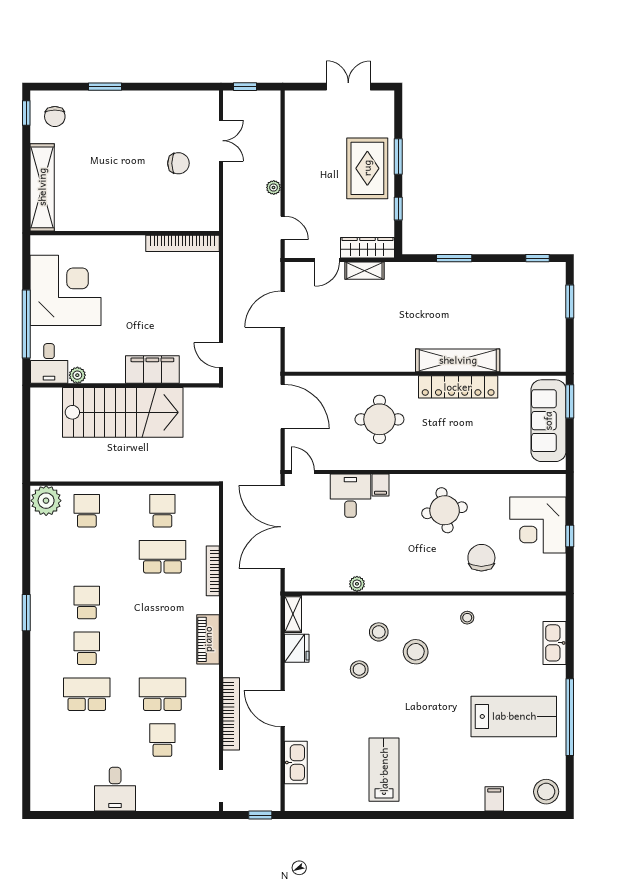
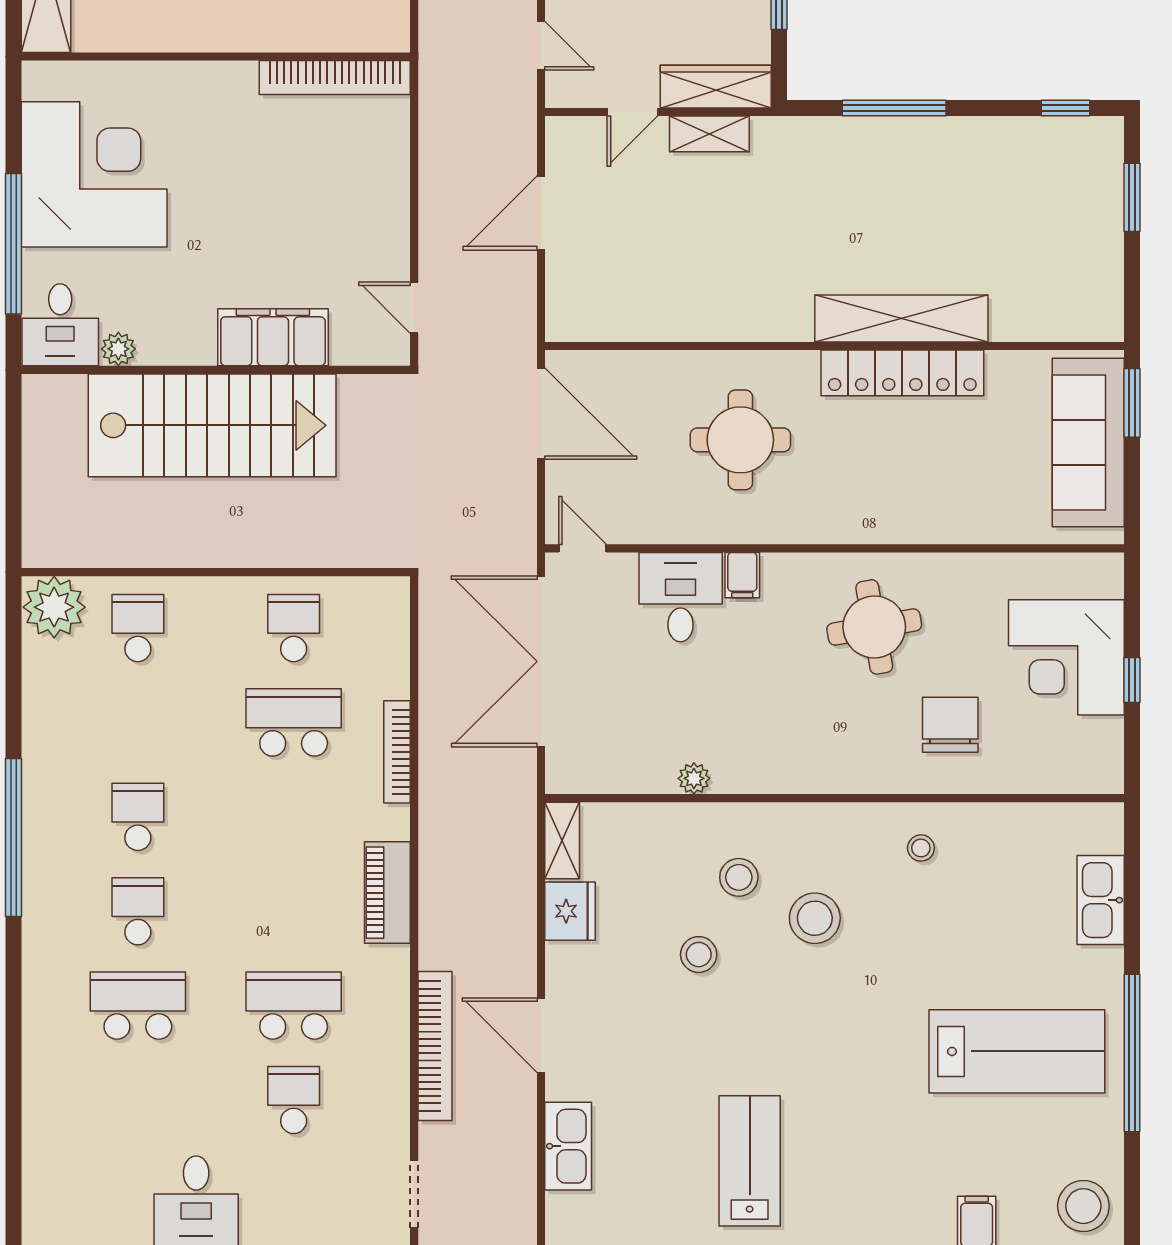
window: (454, 258) -> (894, 108), width x1.44
window: (26, 613) -> (13, 838), width x2.11

